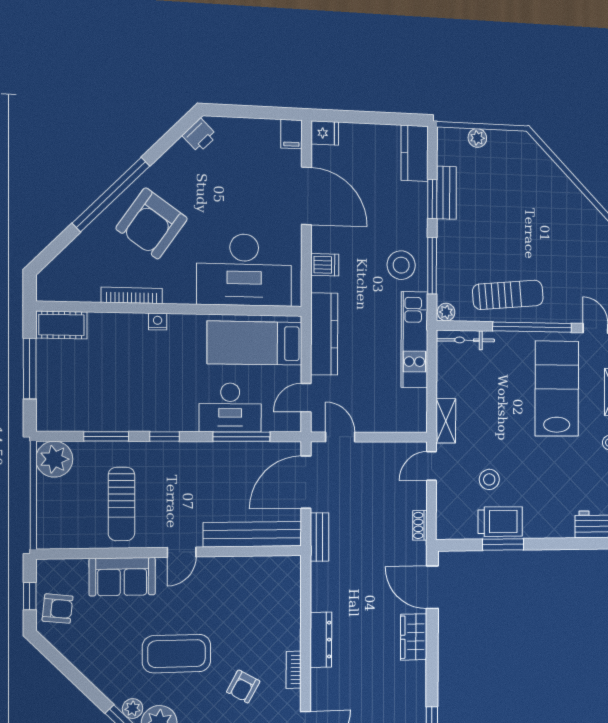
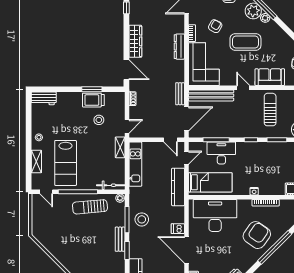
bench: (446, 193) -> (120, 239), moved
dishwasher: (325, 265) -> (178, 229), moved
kitchen unit: (414, 340) -> (135, 164), moved
door: (182, 552) -> (243, 88), hinge flipped
corner sofa: (268, 603) -> (204, 64), added
wardrobe: (414, 637) -> (135, 41), width x1.50

